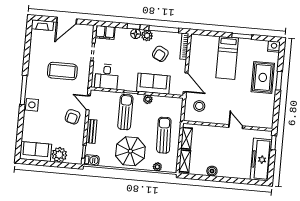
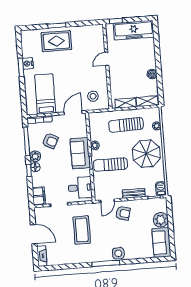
nightstand: (274, 47) -> (28, 64), moved
bed: (227, 58) -> (45, 94), moved, turned -90
sofa: (153, 84) -> (80, 153), moved

